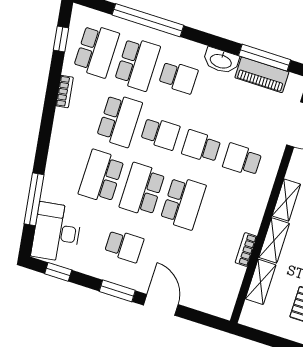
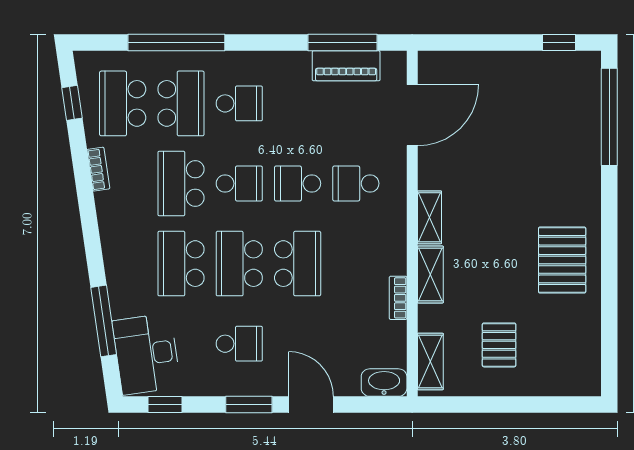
school desk: (96, 51) -> (123, 103), turned 180
washbasin: (221, 61) -> (384, 383), moved, turned 180
school desk: (119, 120) -> (181, 183), turned 180
shelving: (261, 282) -> (430, 361), moved

